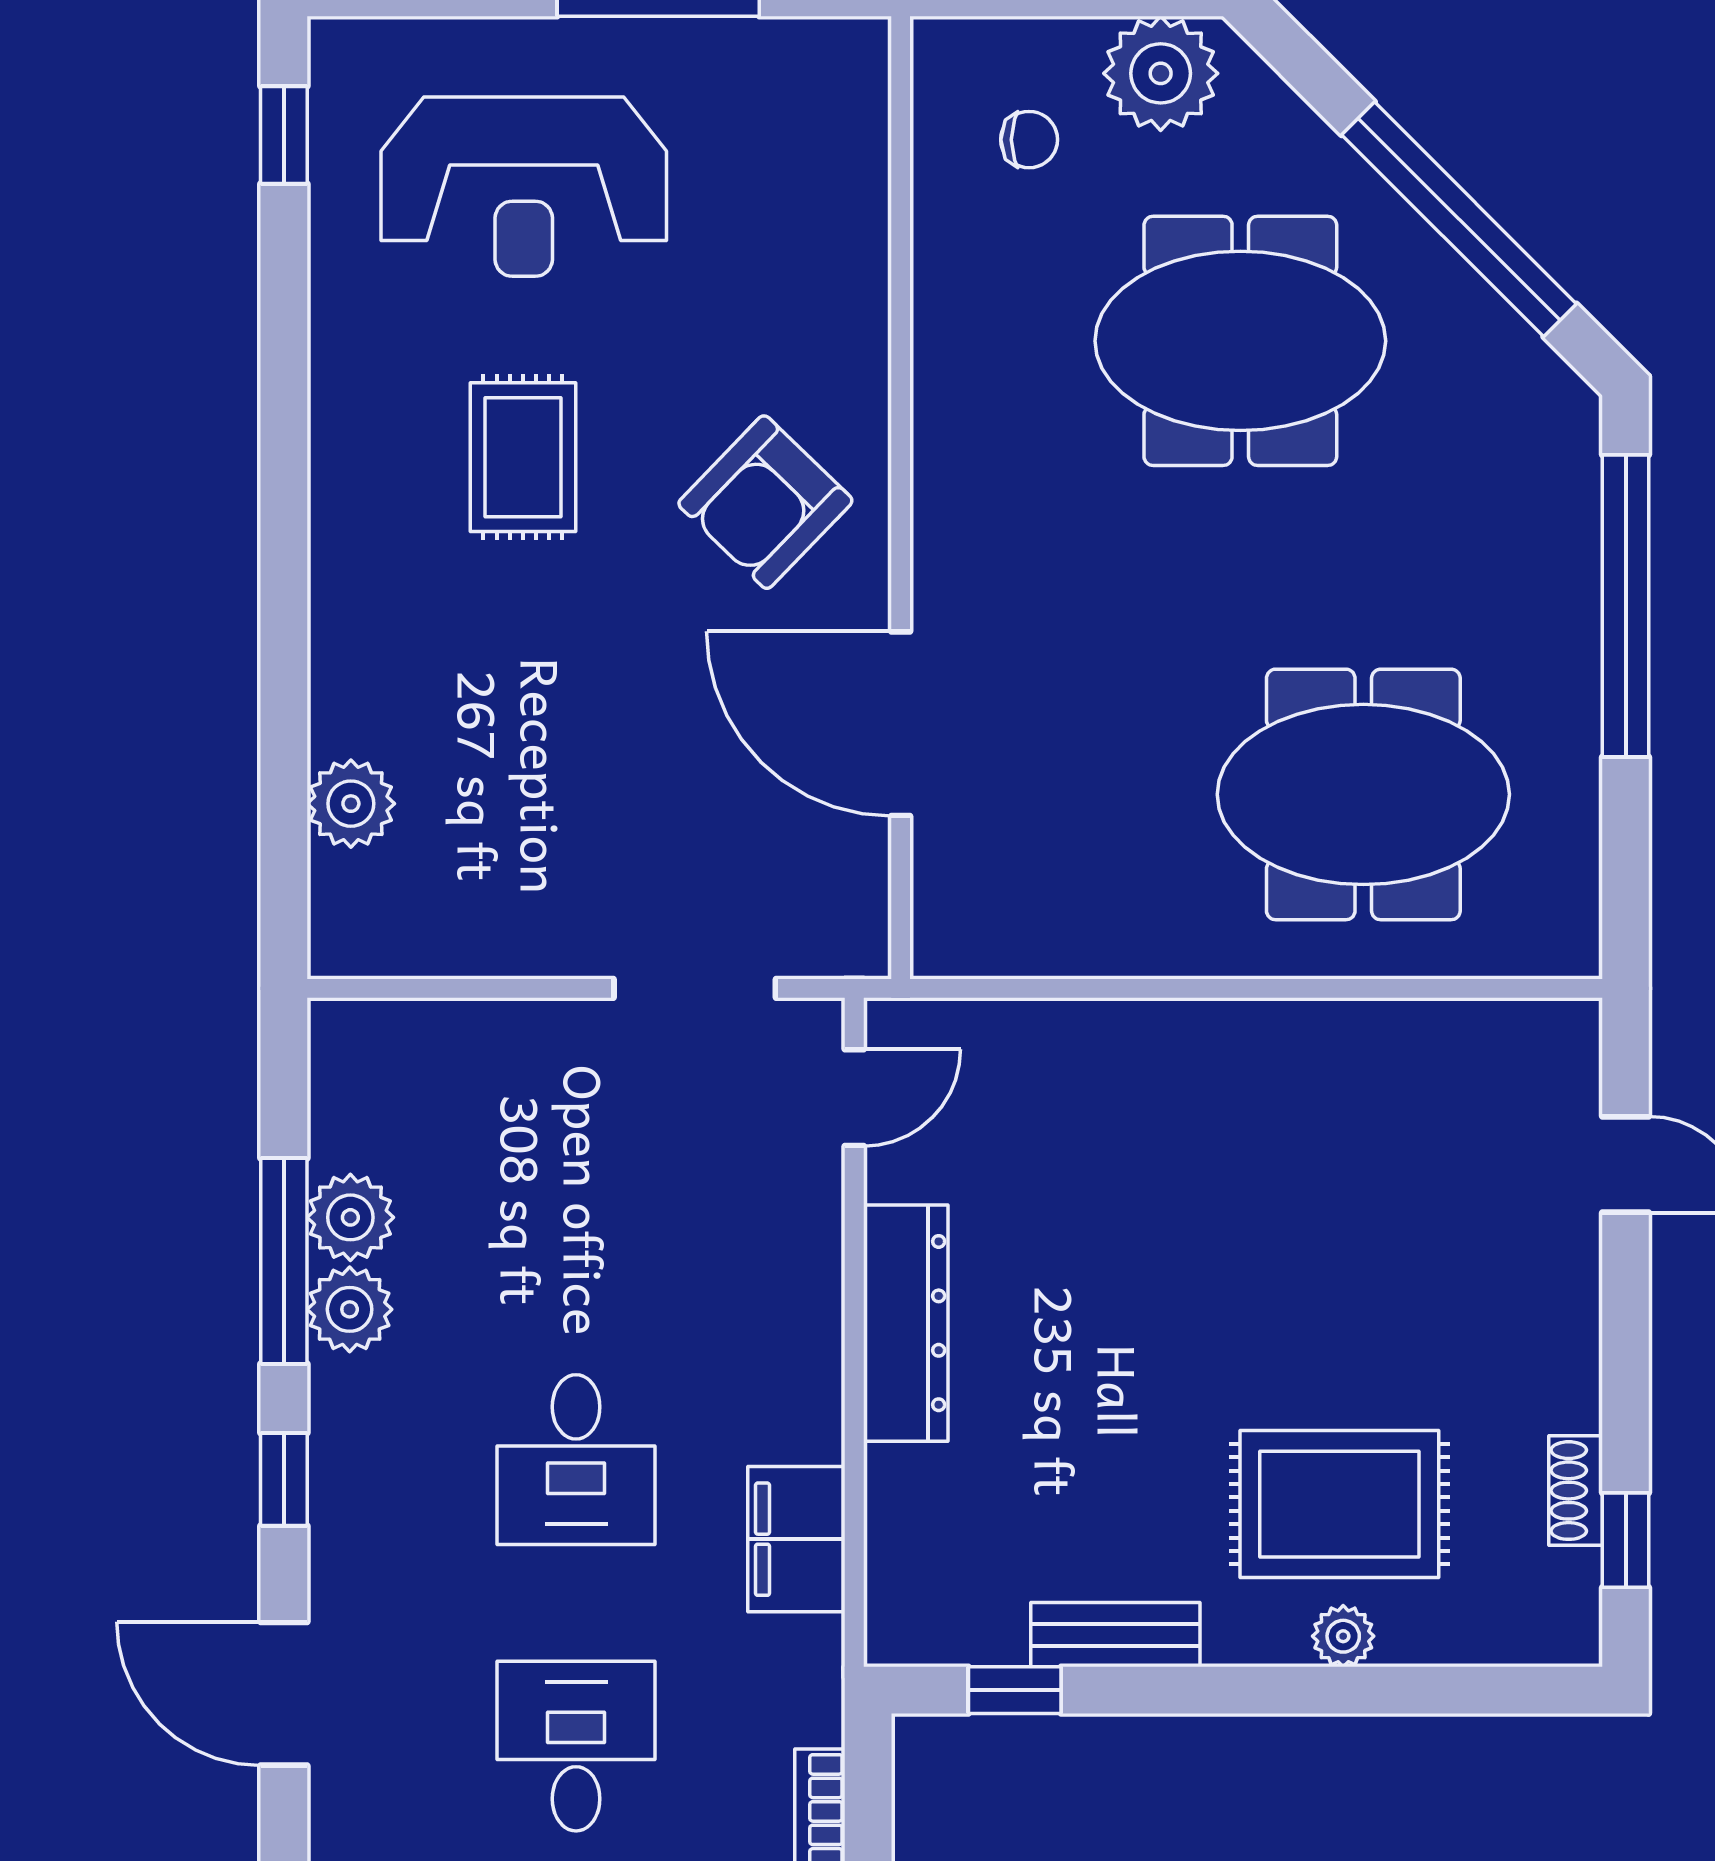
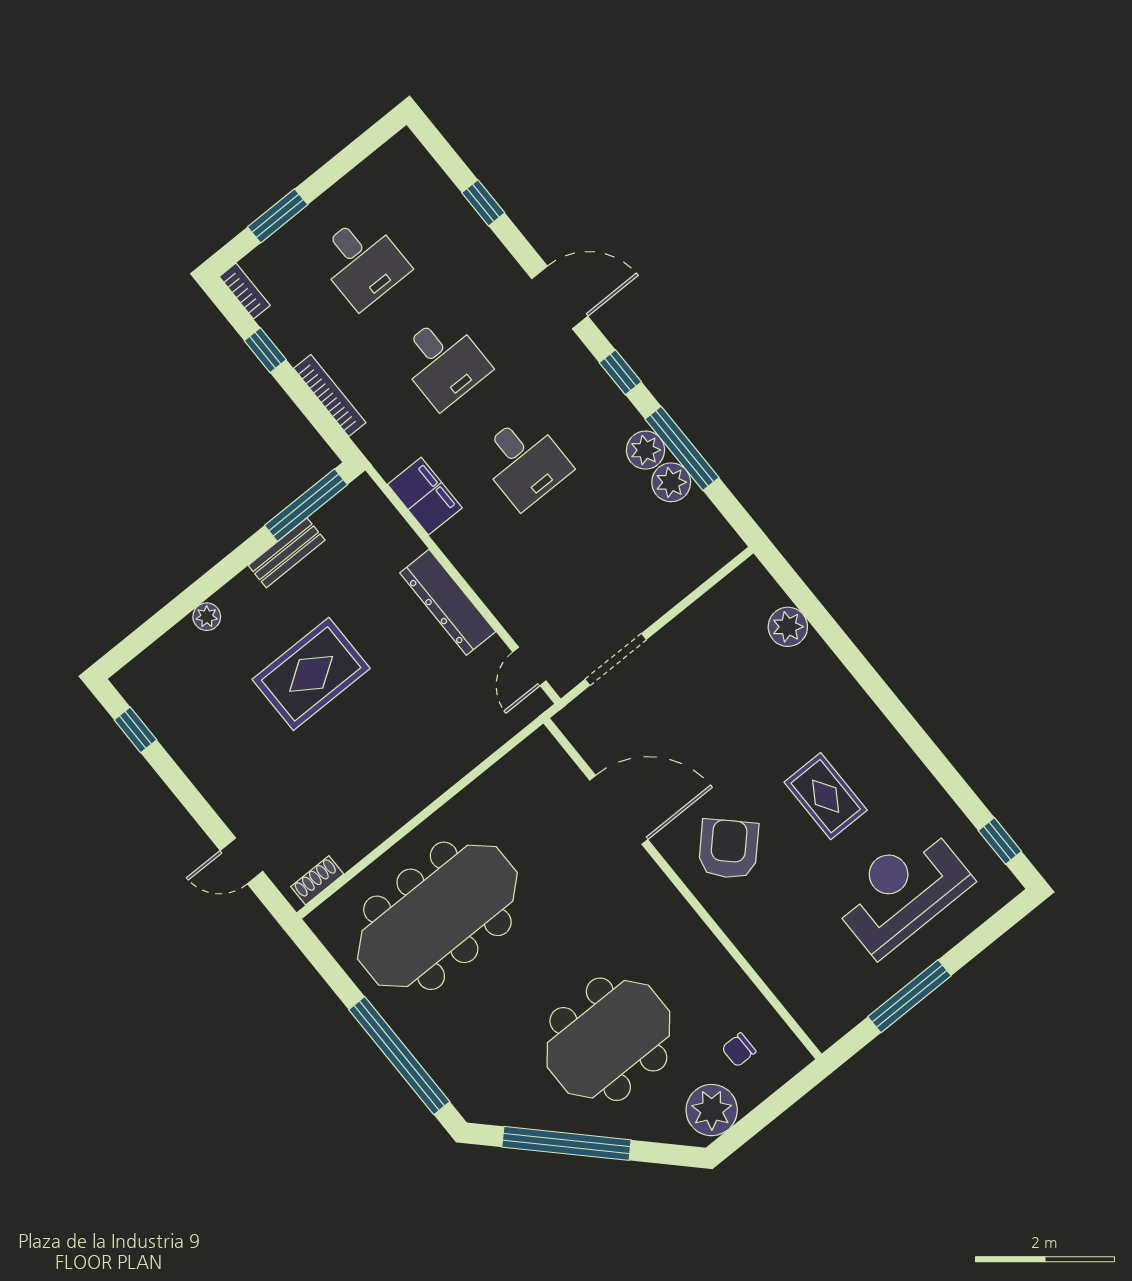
meeting table: (1363, 794) -> (437, 916), width x1.36
desk: (576, 1460) -> (524, 462), turned 180
shoe rack: (1576, 1491) -> (317, 880), moved, turned -90
rug: (1339, 1504) -> (311, 674), moved
window: (1015, 1690) -> (306, 505), width x2.17

